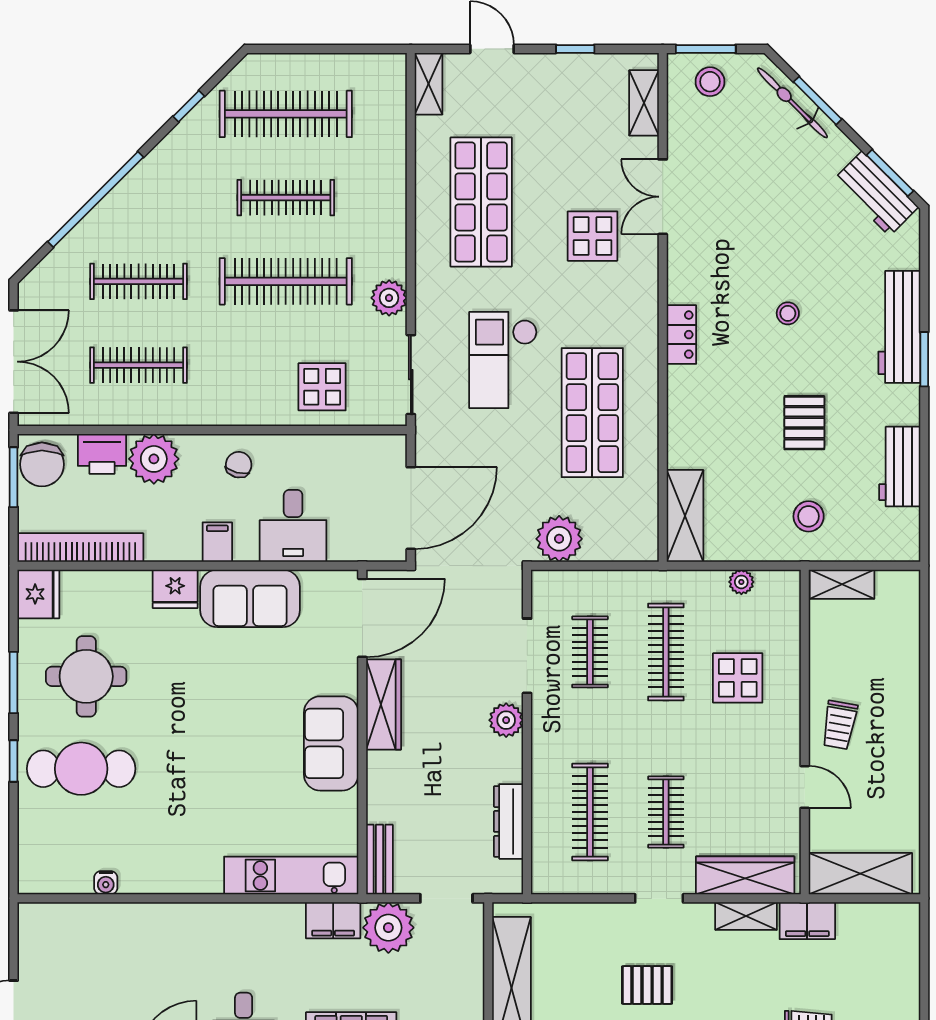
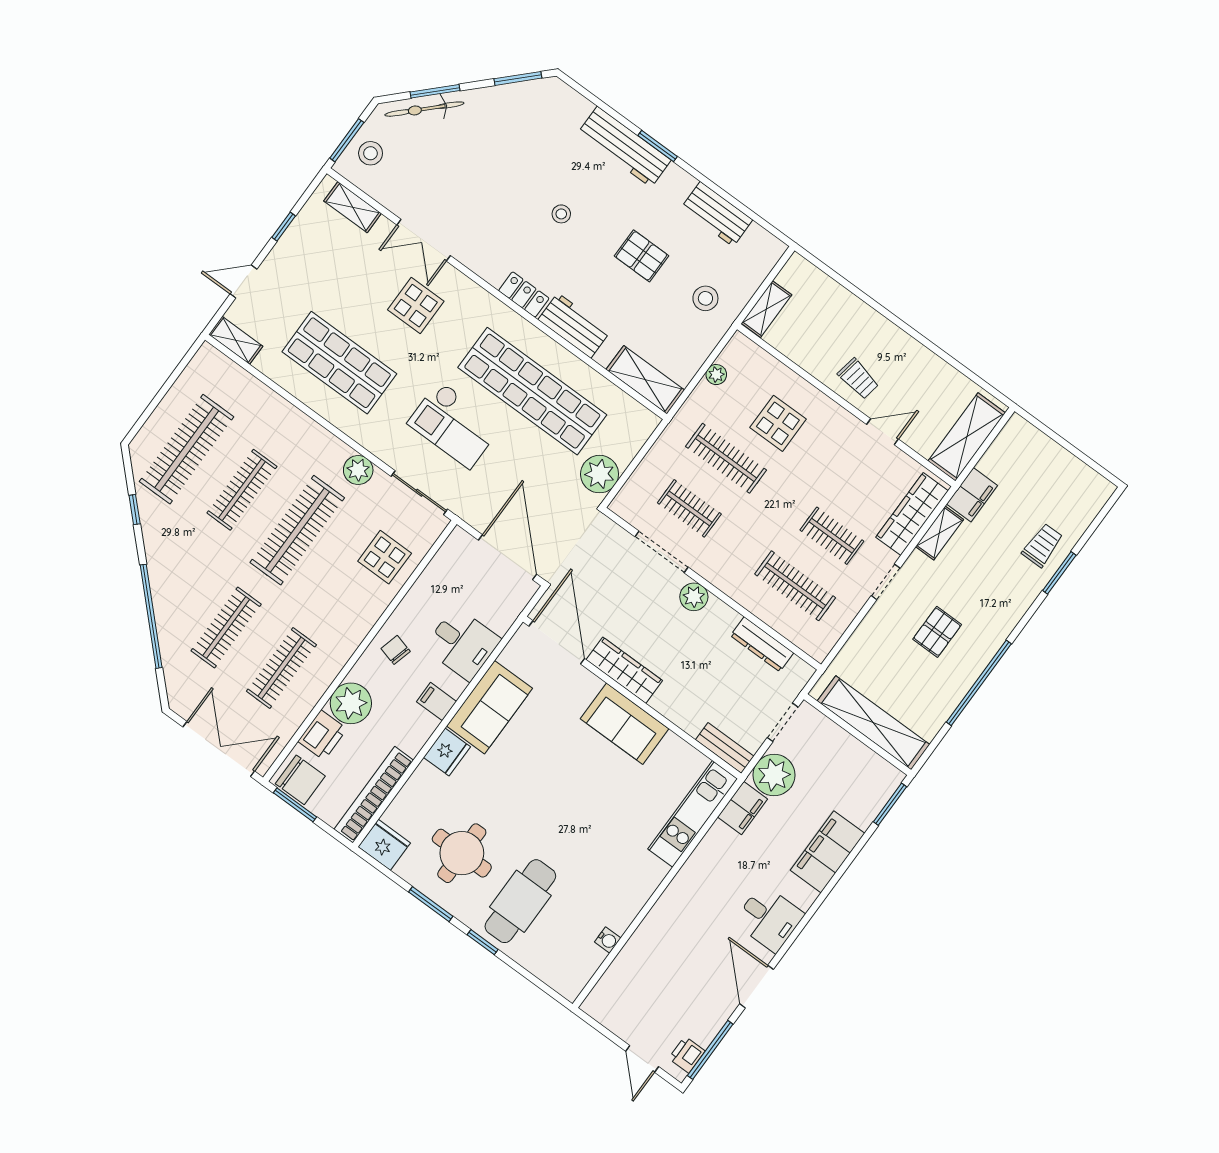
workbench: (876, 194) -> (574, 325), moved, turned -135
shop shelf: (592, 413) -> (532, 391), width x1.40

